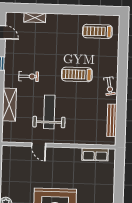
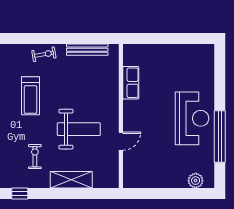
weight bench: (49, 112) -> (79, 129), turned 180
row of seats: (95, 154) -> (131, 83), moved

